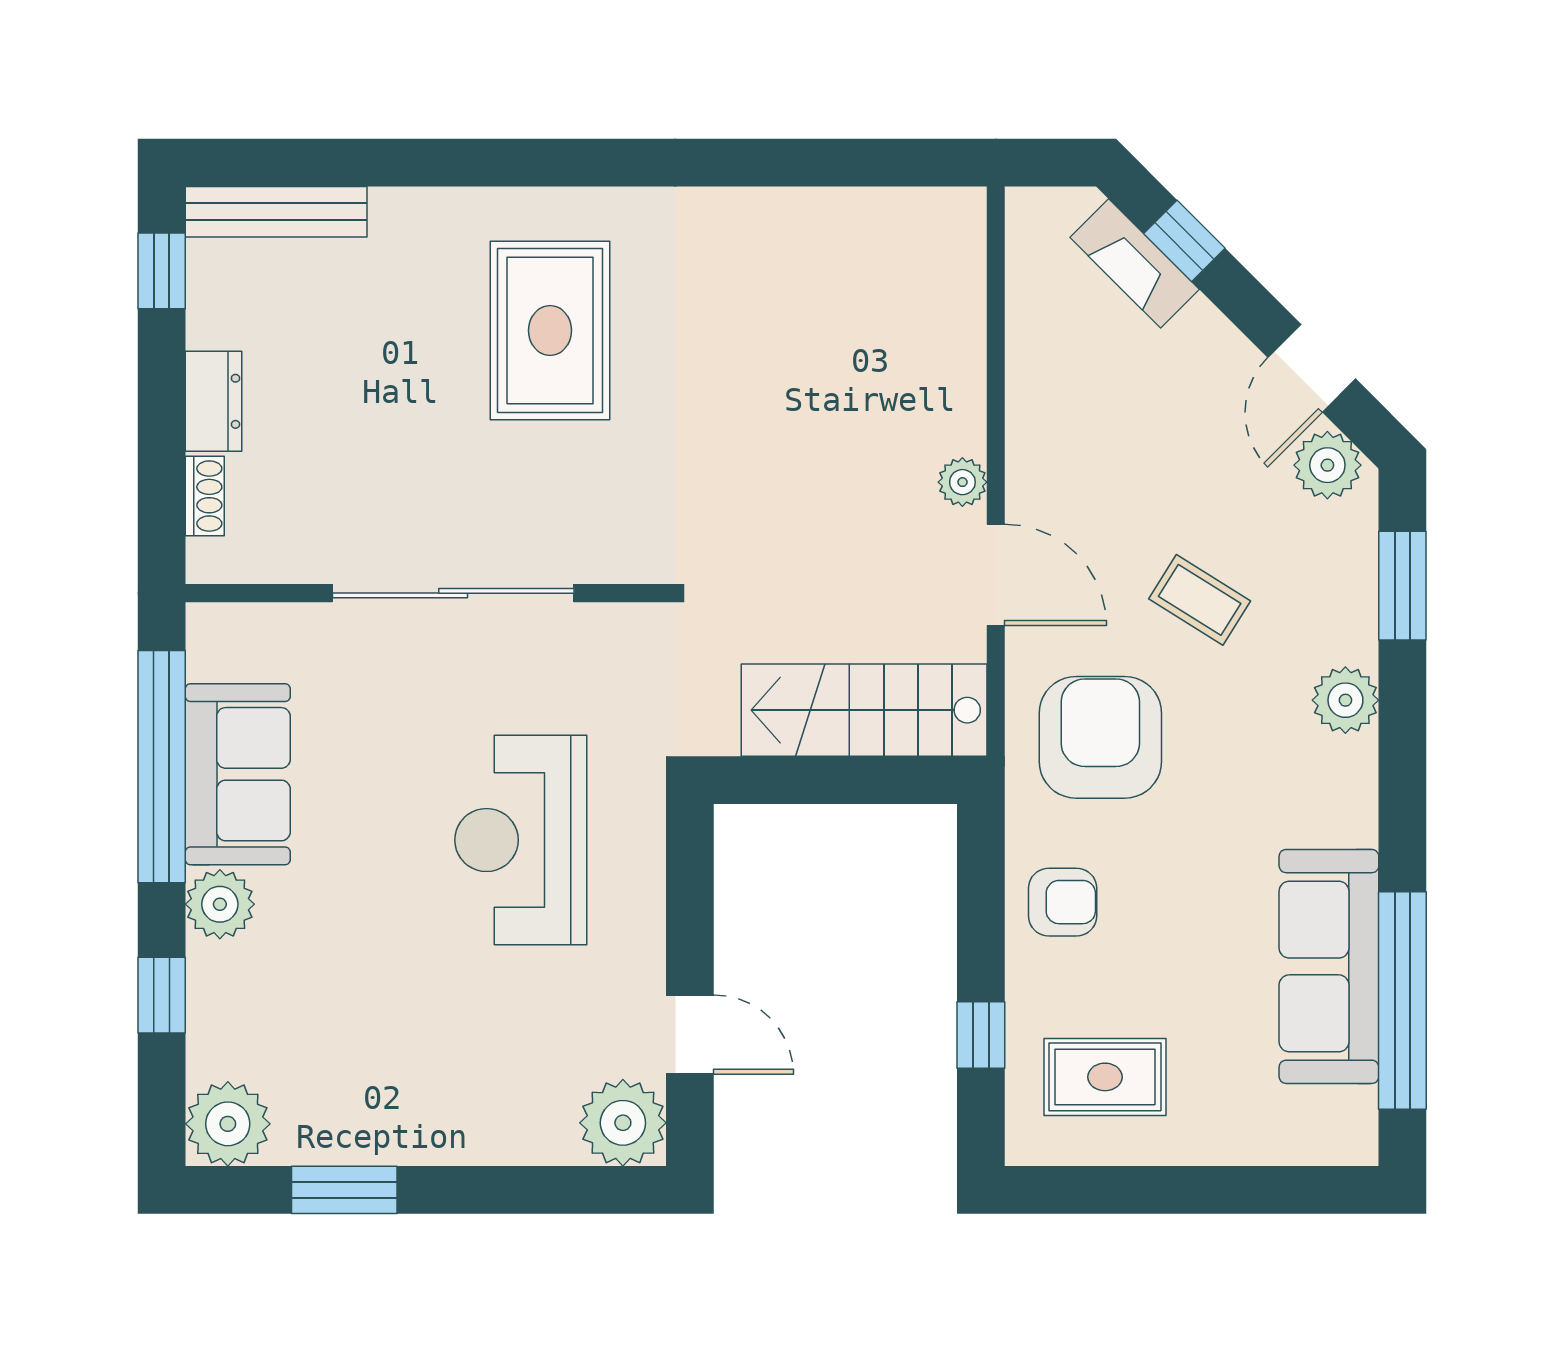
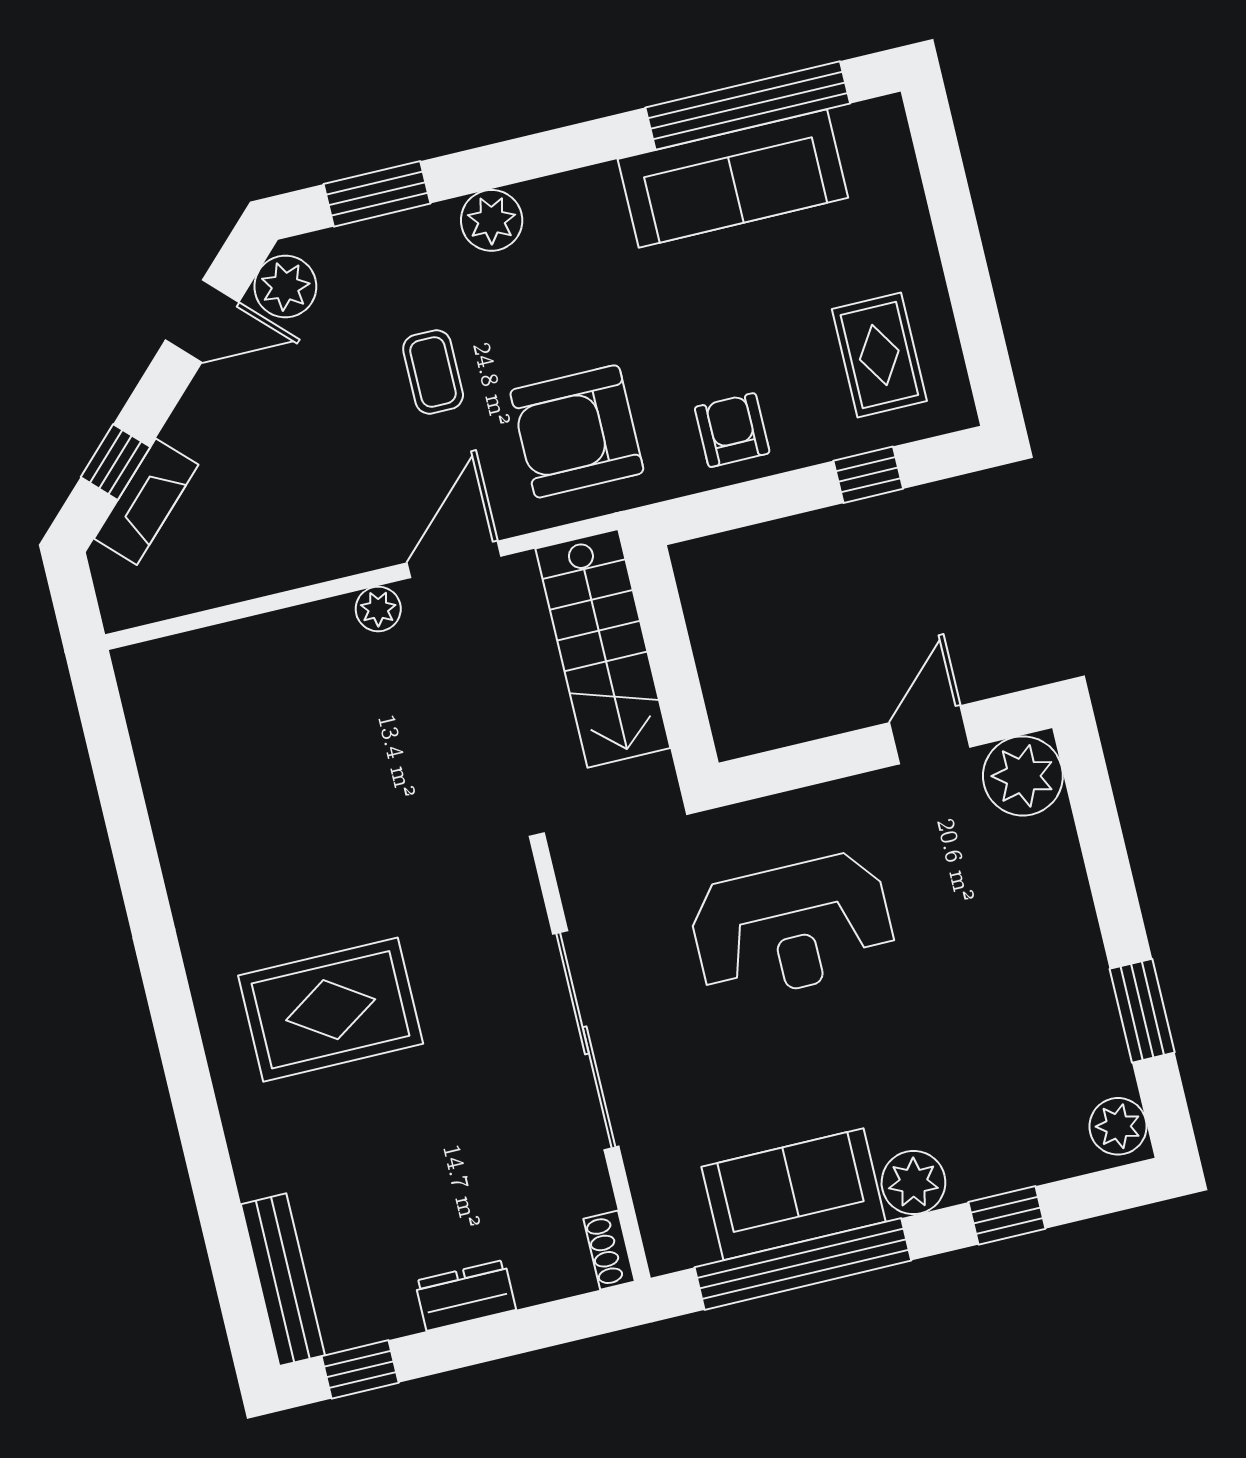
shoe rack: (205, 496) -> (609, 1250), moved, turned -90
coffee table: (1200, 600) -> (433, 372), turned -32
plant: (228, 1124) -> (1118, 1126), width x0.73, depth x0.73

